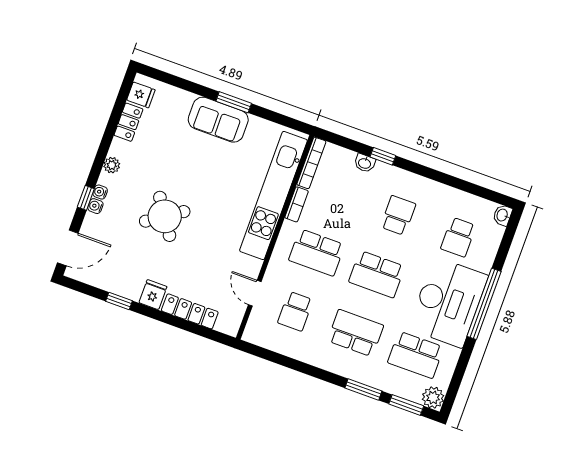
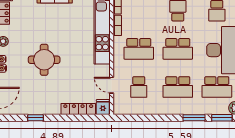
round table: (165, 216) -> (44, 60), turned 34
fridge: (153, 295) -> (103, 107), moved
school desk: (355, 333) -> (178, 87), turned 180

